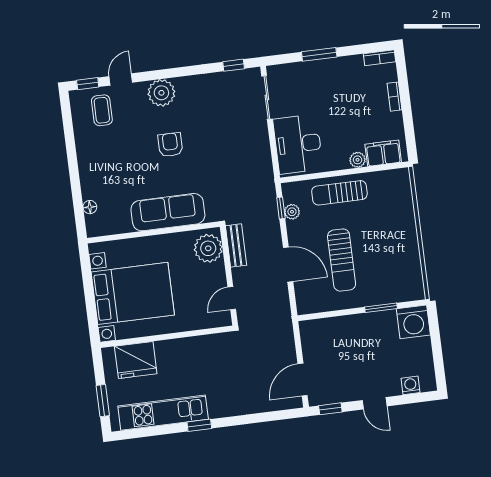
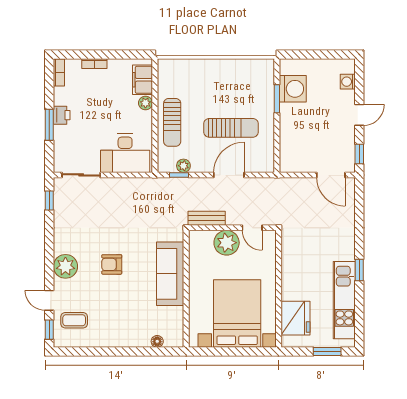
printer: (332, 67) -> (62, 115), added
plant: (208, 248) -> (227, 243), moved
washing machine: (413, 322) -> (293, 89), moved

